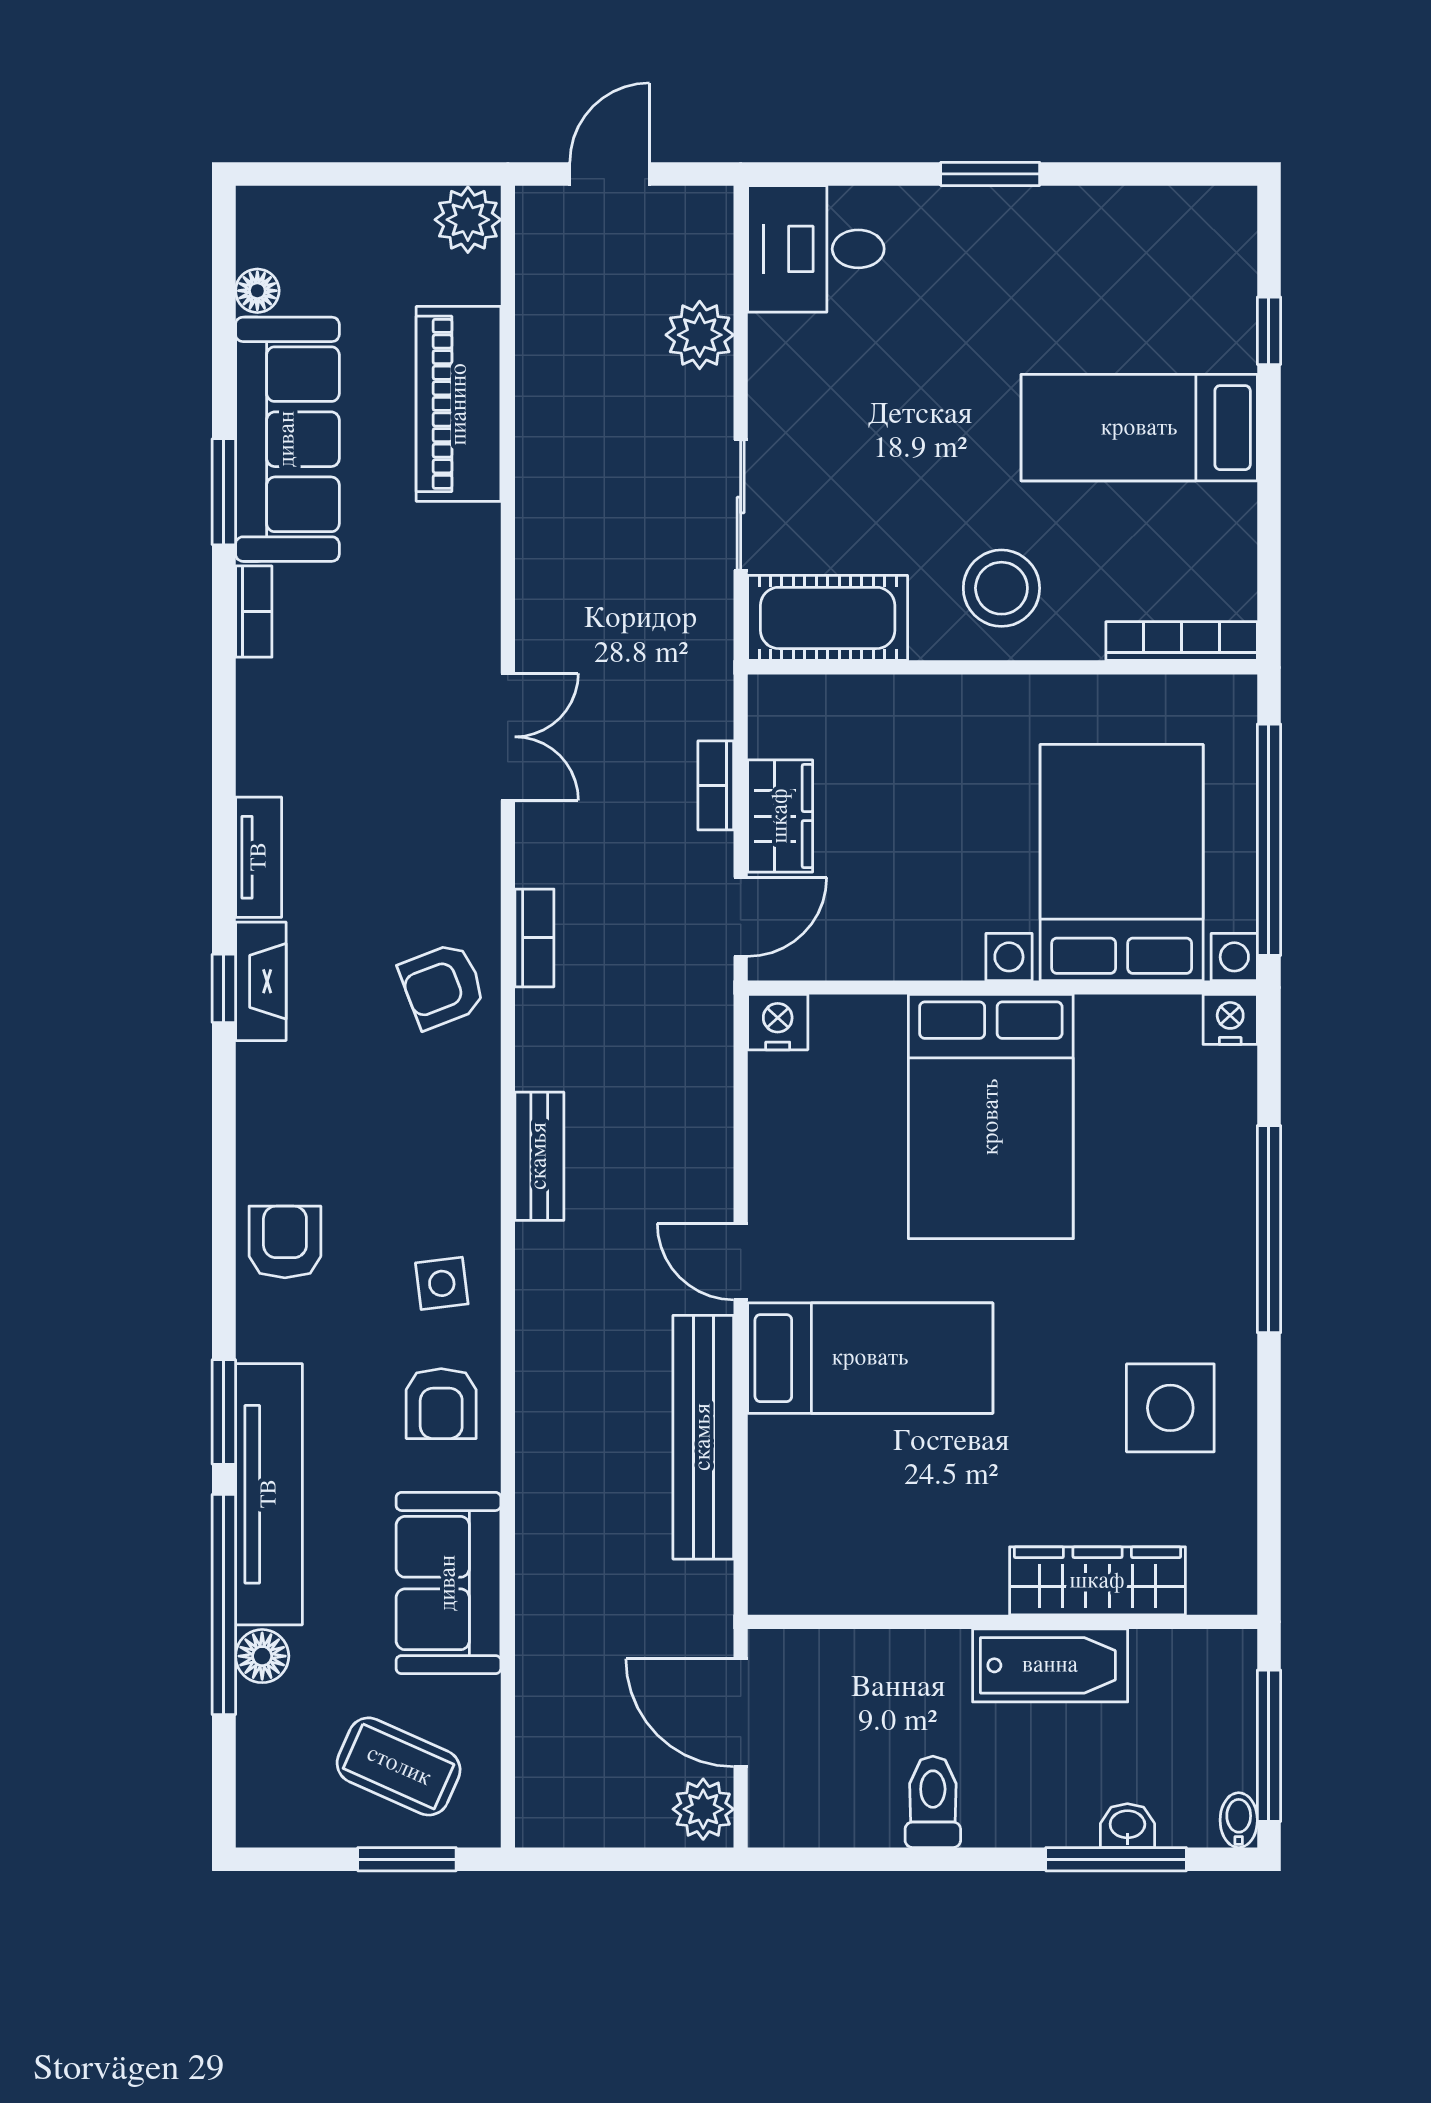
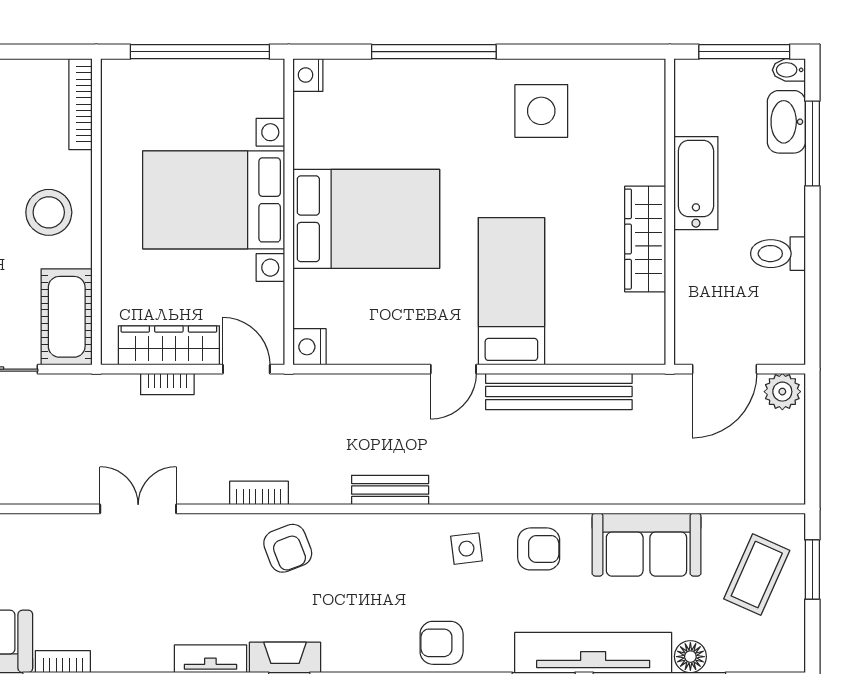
wardrobe: (780, 816) -> (169, 345), width x1.50
bed with nightstands: (1122, 862) -> (214, 200), moved
wardrobe: (1097, 1581) -> (645, 239), moved
washbasin: (1127, 1826) -> (786, 122), width x1.91, depth x1.45

